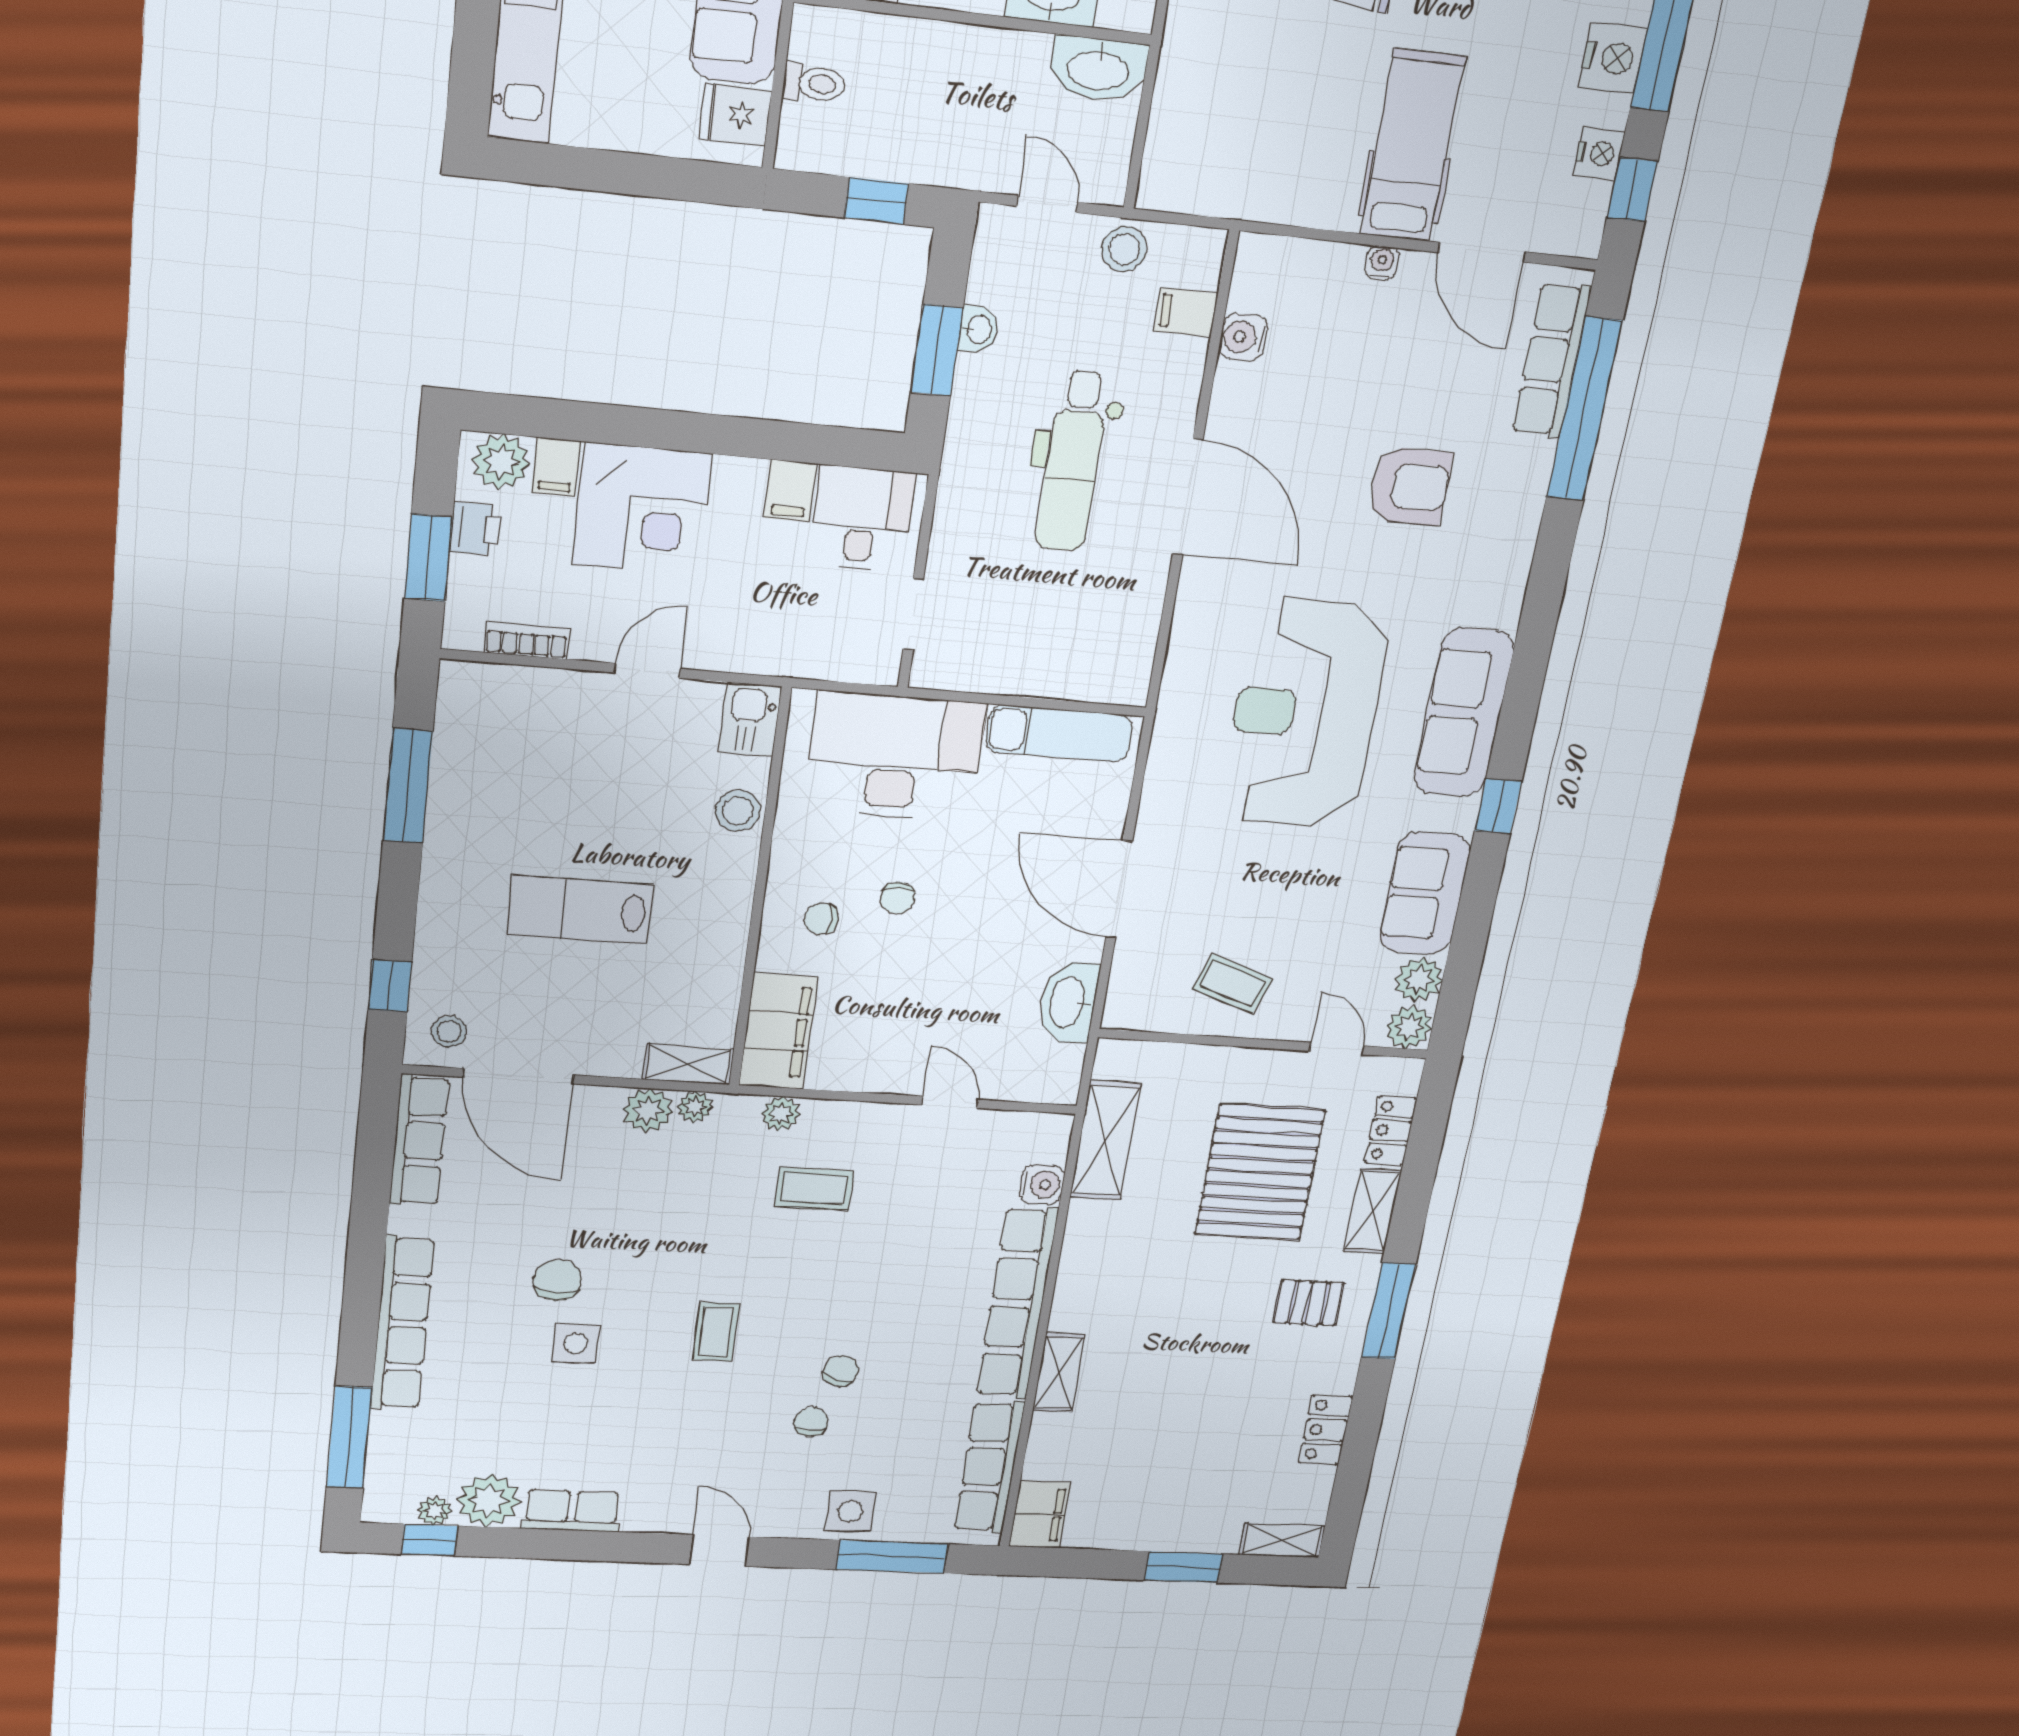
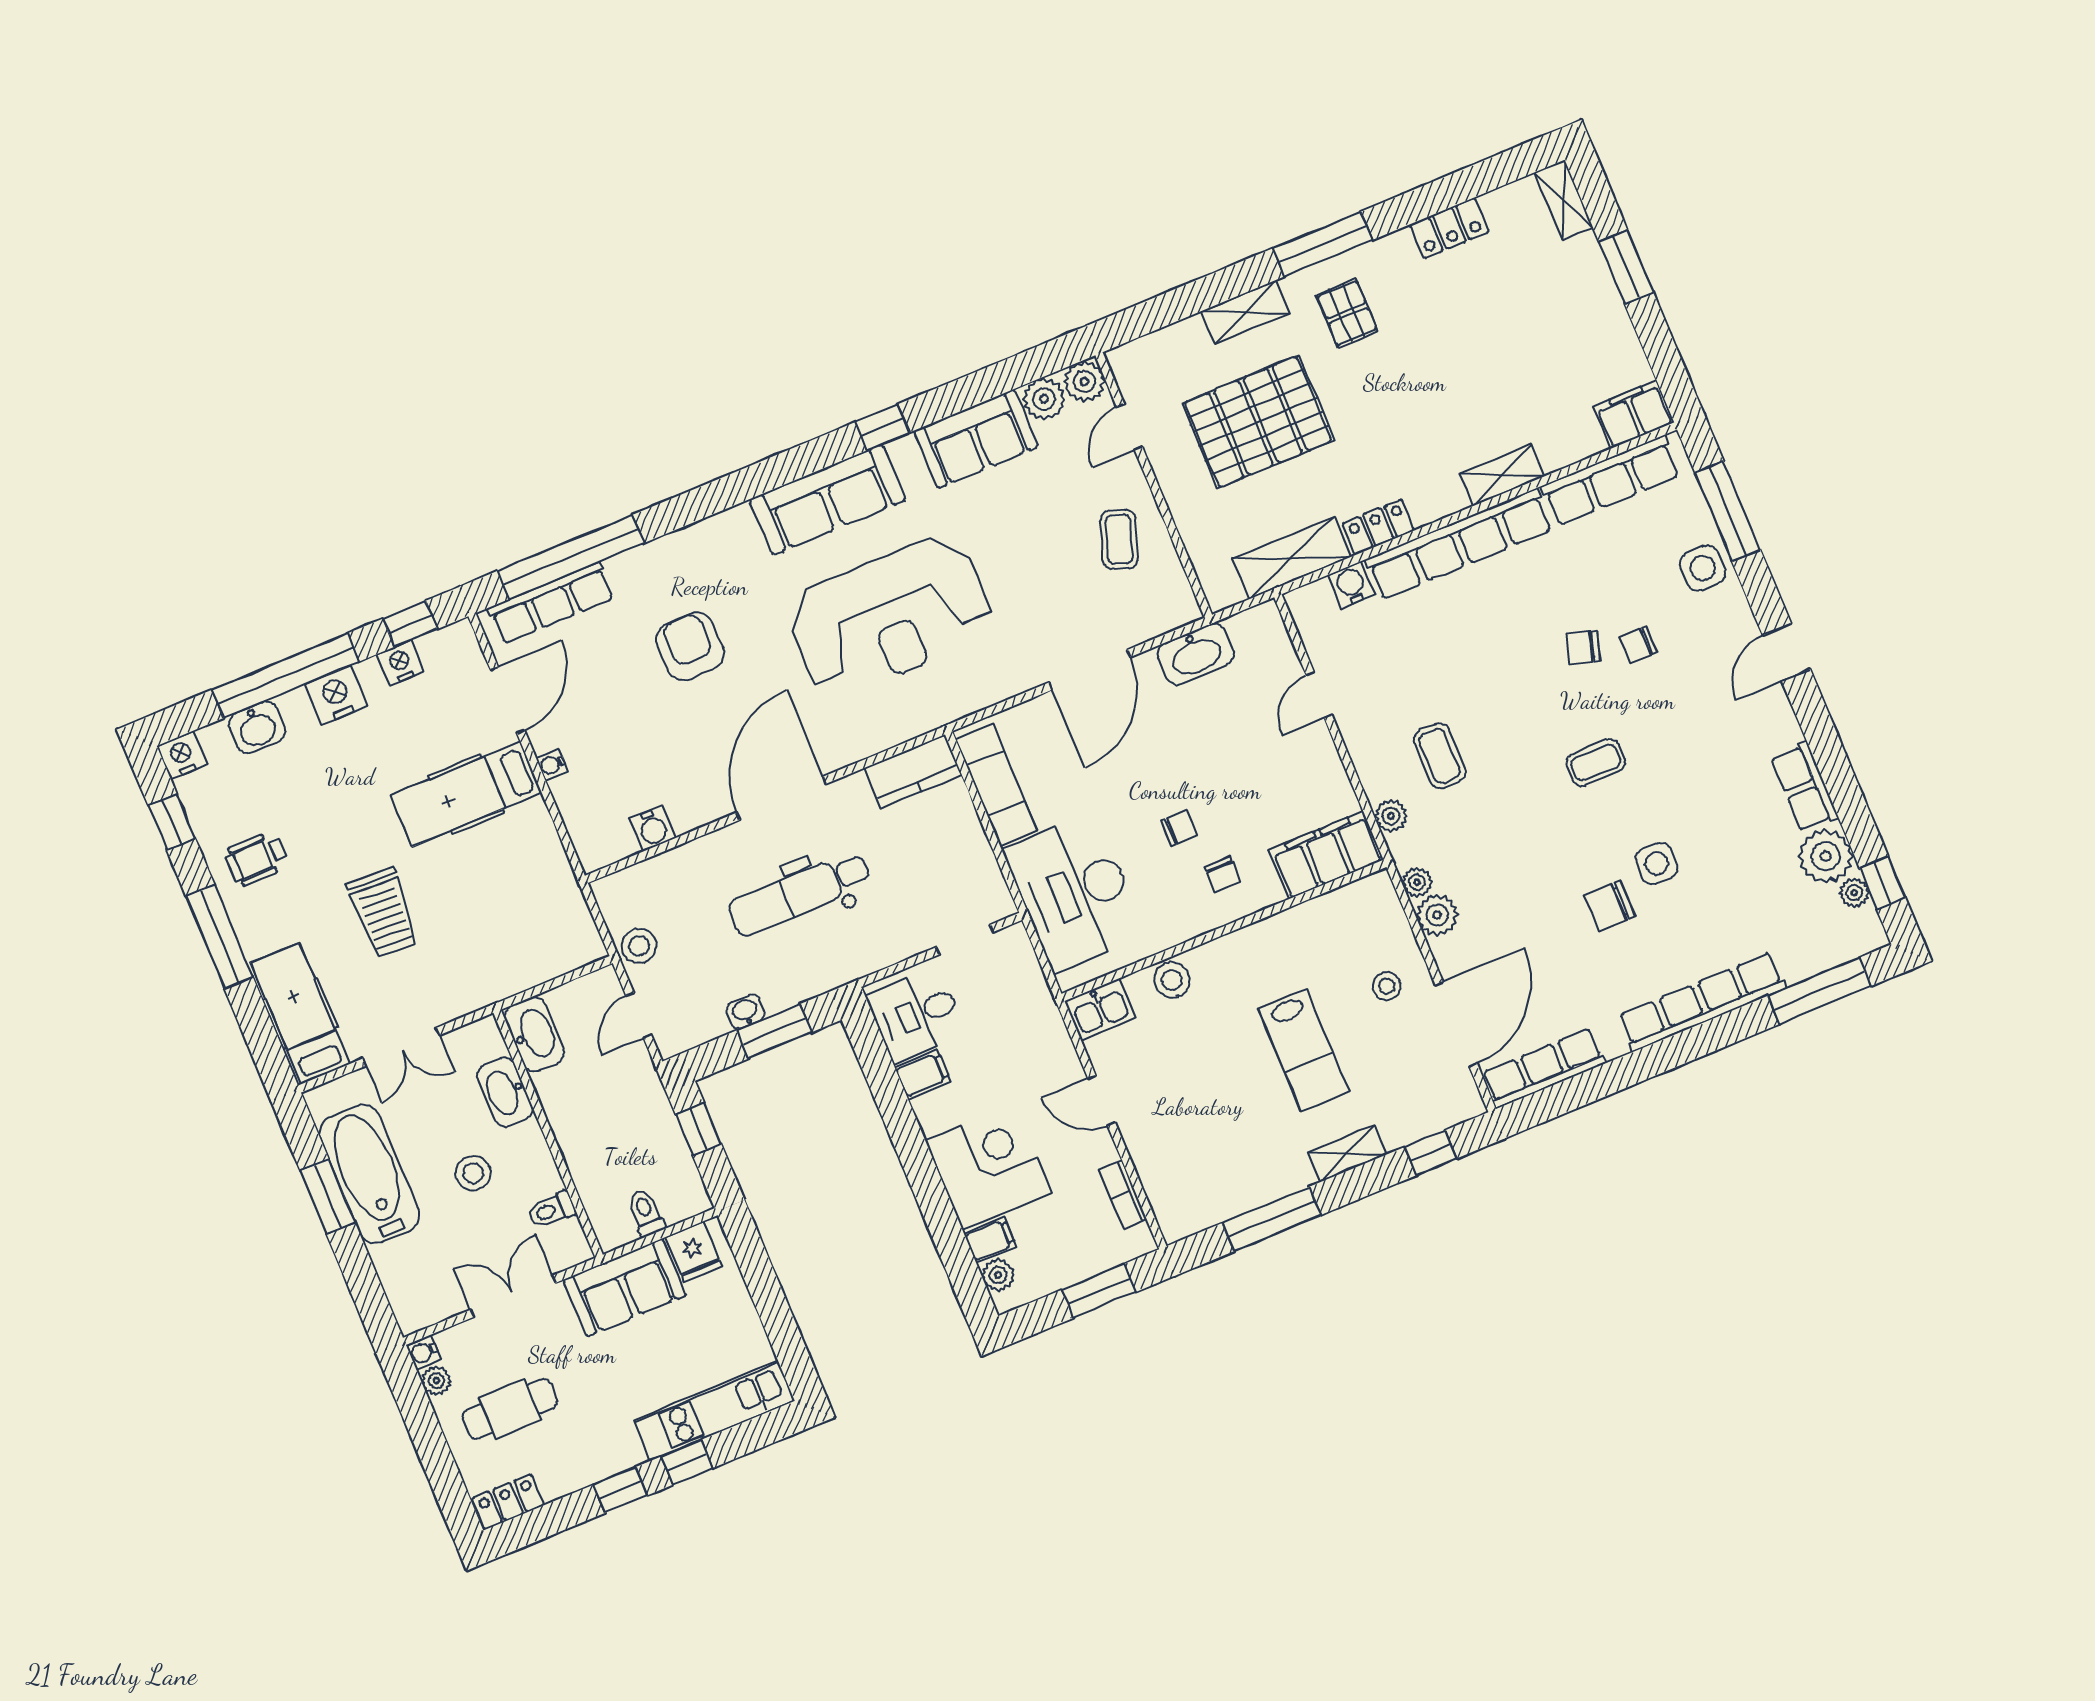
filing cabinet: (1186, 312) -> (658, 878), removed
dental chair: (1073, 461) -> (799, 894), turned 180
plant: (501, 462) -> (998, 1275), width x0.73, depth x0.73
printer: (475, 529) -> (1061, 1270), removed
kitchen counter: (1128, 653) -> (913, 771), added
stool: (449, 1032) -> (1387, 986), moved
shelving: (688, 1064) -> (1347, 1153), moved, turned 90
locker: (1391, 1131) -> (1378, 527), moved, turned 180

